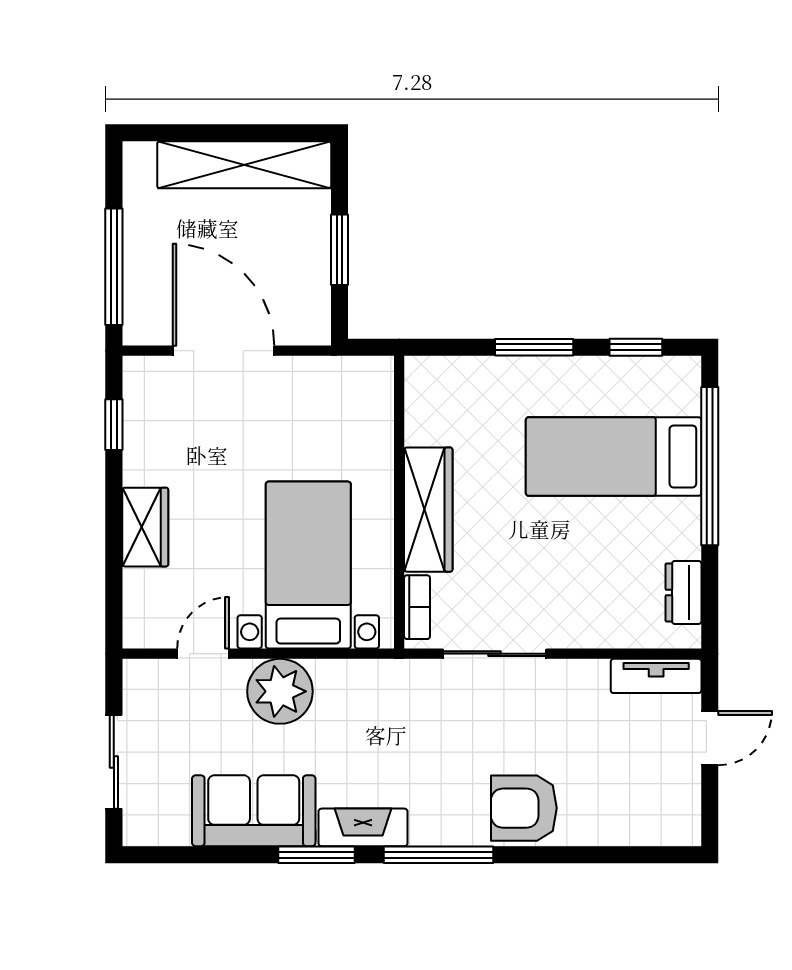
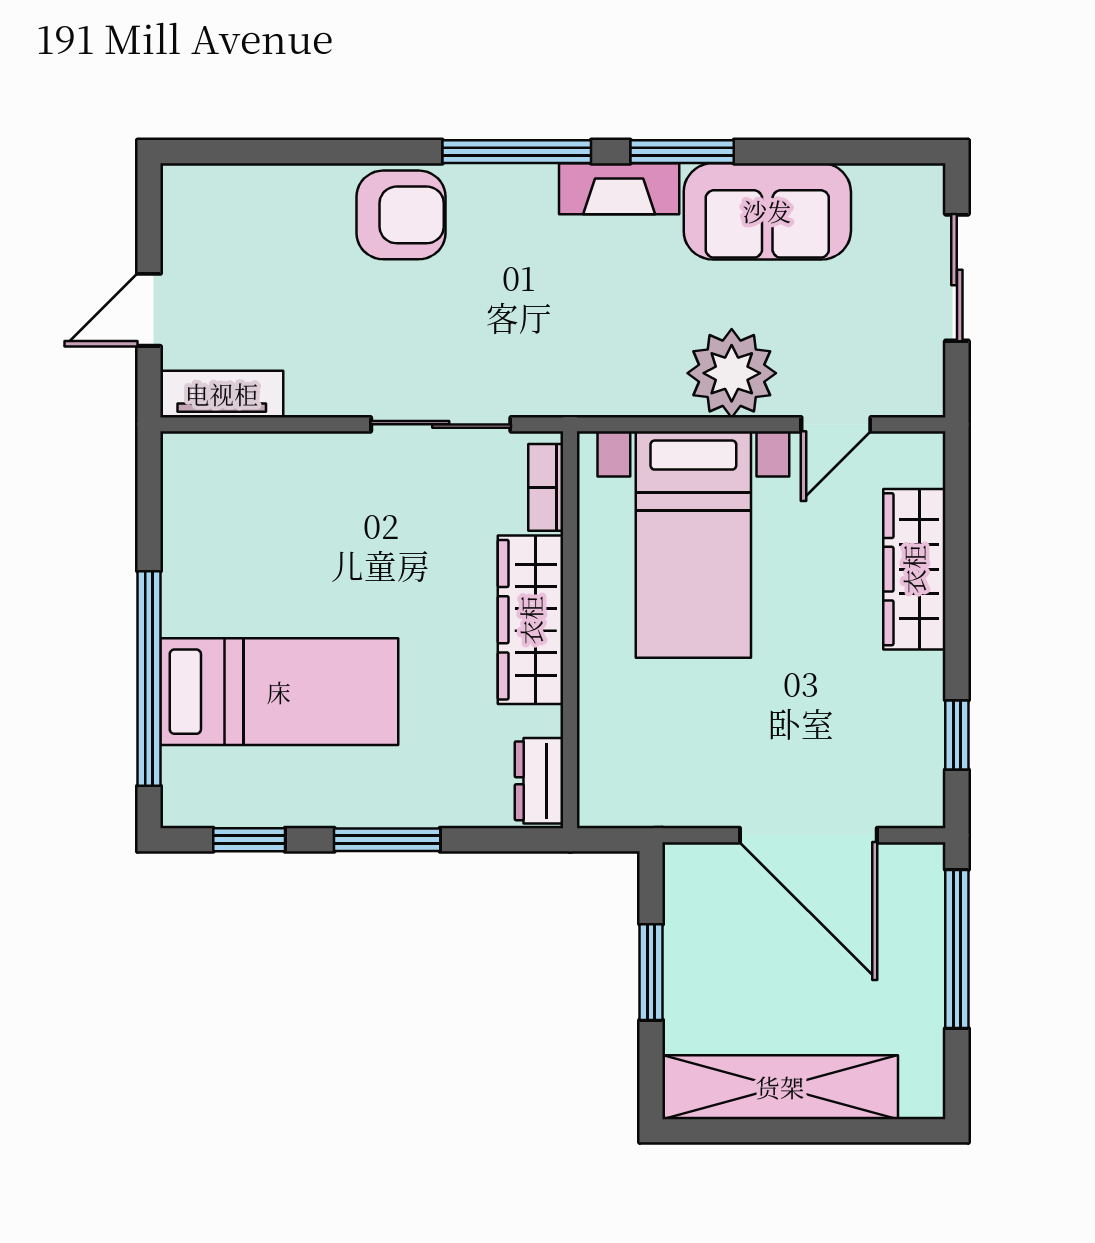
wardrobe: (145, 527) -> (914, 569), width x1.50
dresser: (684, 592) -> (539, 781), moved, turned 180

